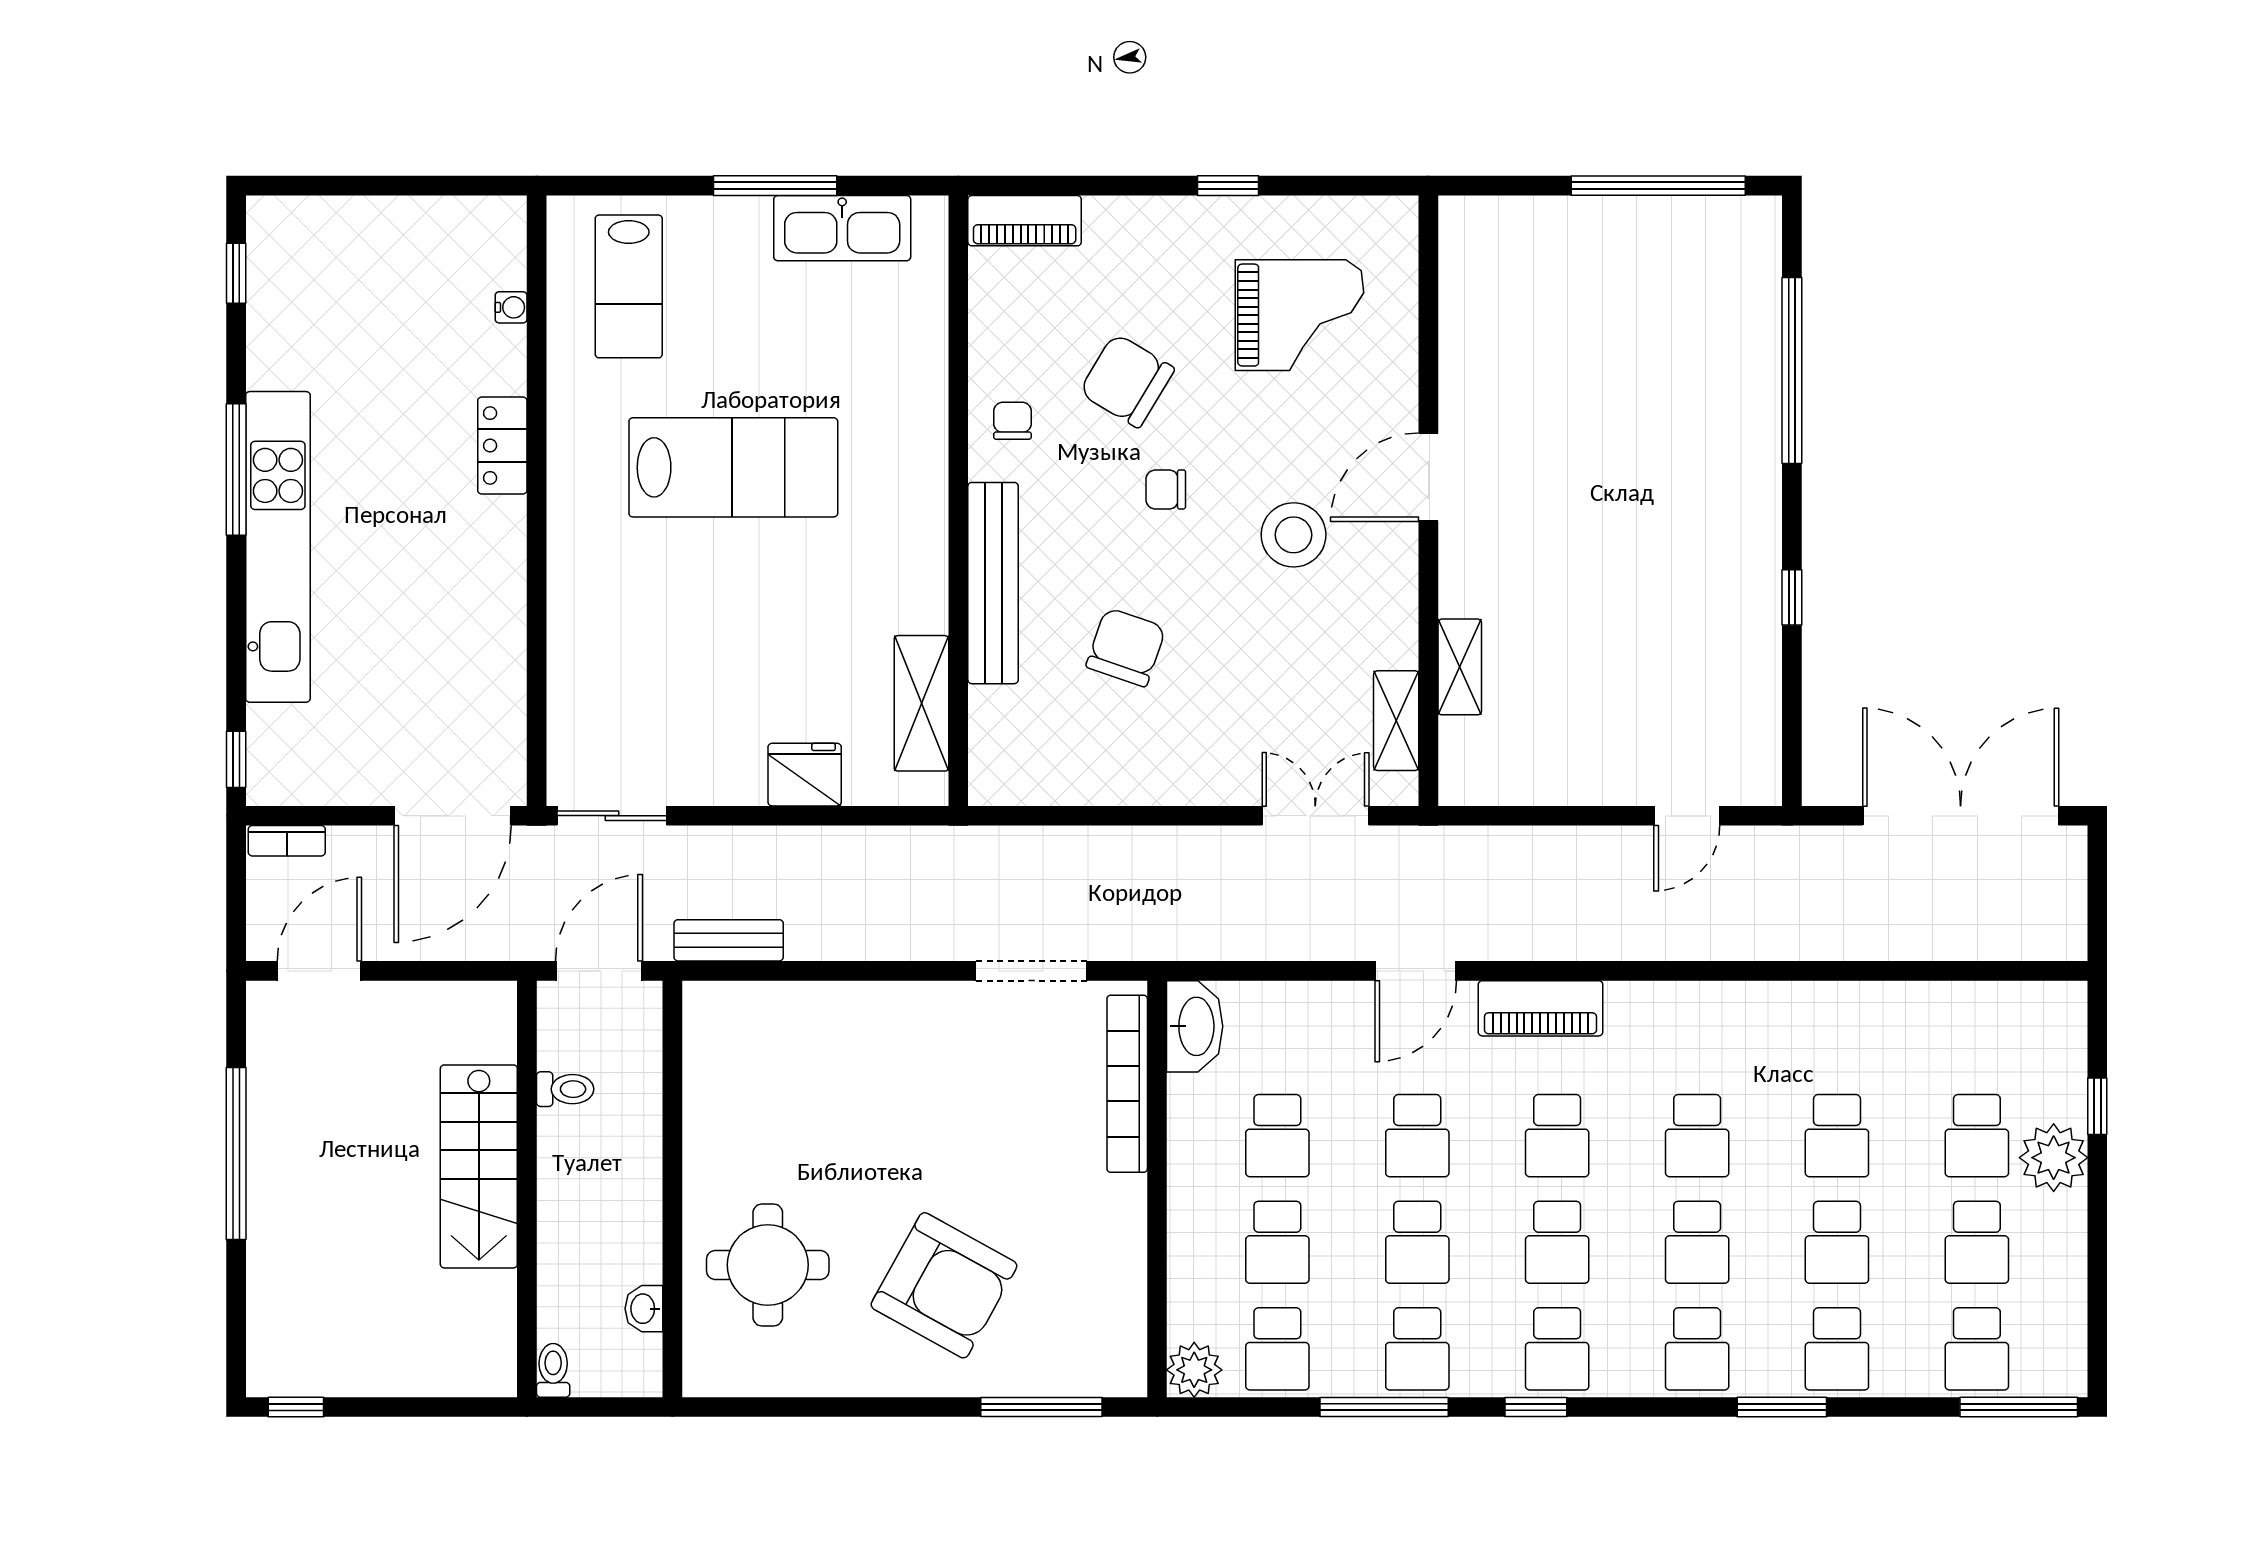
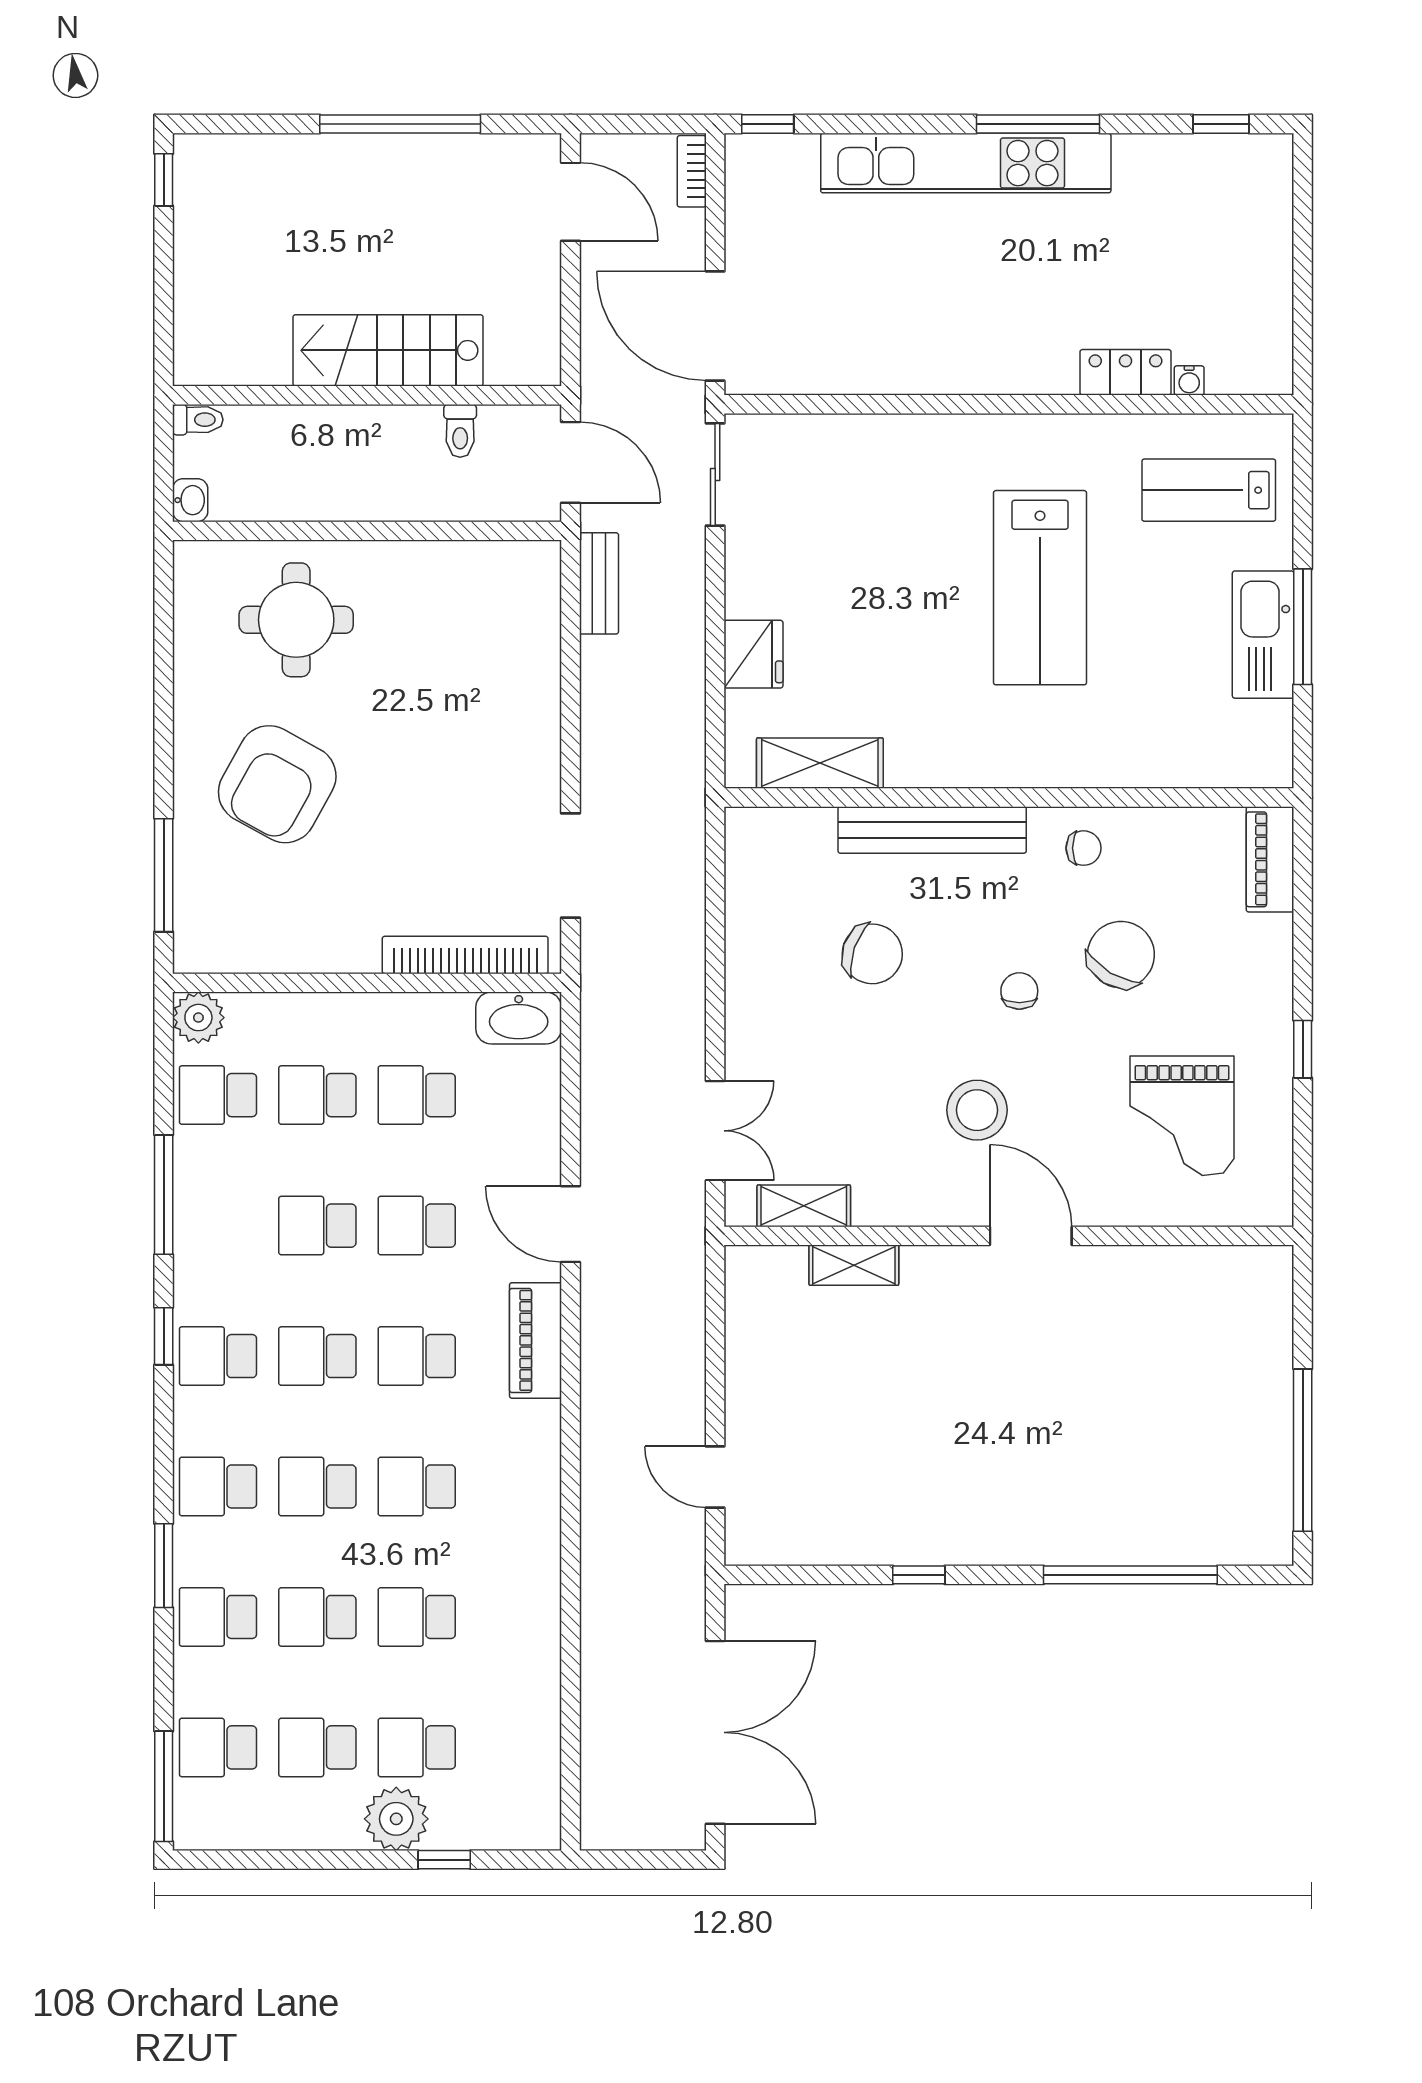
kitchen sink: (842, 228) -> (1263, 635), moved
locker: (502, 446) -> (1125, 372), moved
washbasin: (644, 1309) -> (190, 500), moved, turned 90
school desk: (1417, 1349) -> (218, 1226), removed

